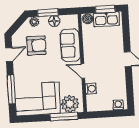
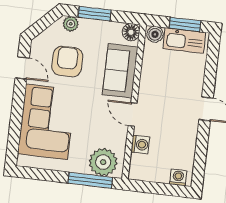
floor lamp: (54, 21) -> (131, 32), moved
armchair: (36, 46) -> (67, 62), turned -90
door: (9, 55) -> (22, 68), hinge flipped
window: (11, 89) -> (16, 123), removed
corner sofa: (37, 99) -> (47, 122), moved, turned 90

